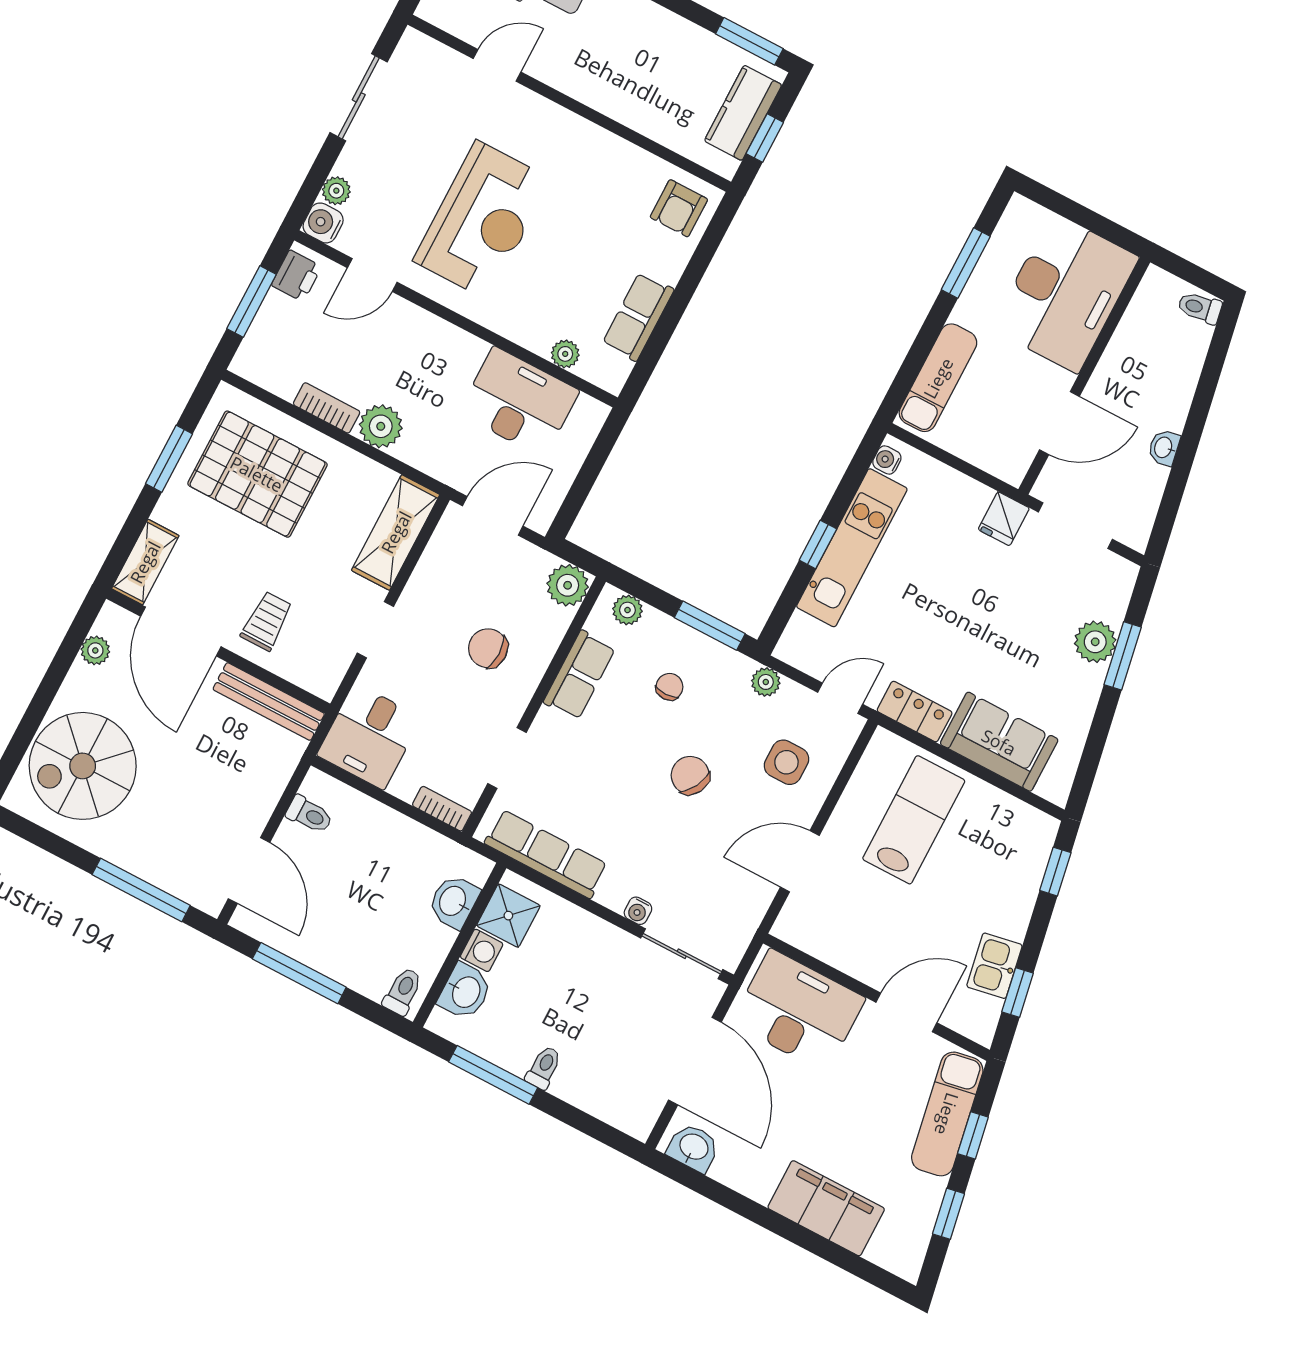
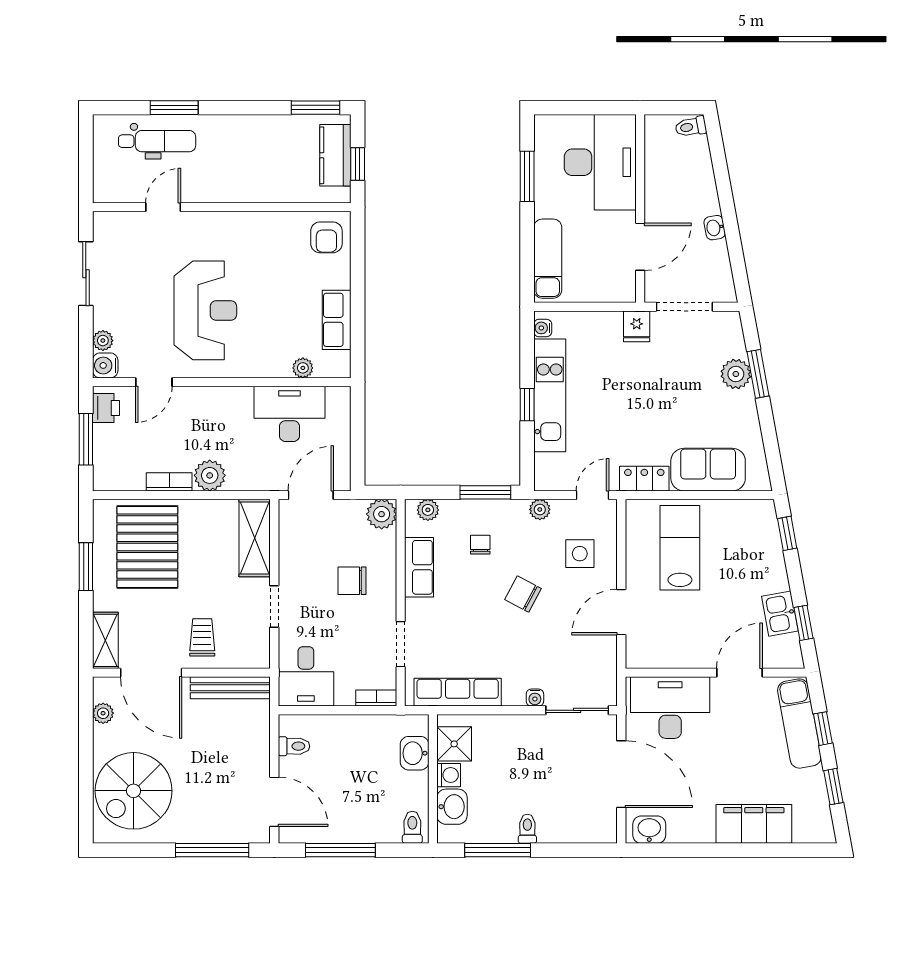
pallet: (257, 474) -> (147, 547), turned 90

